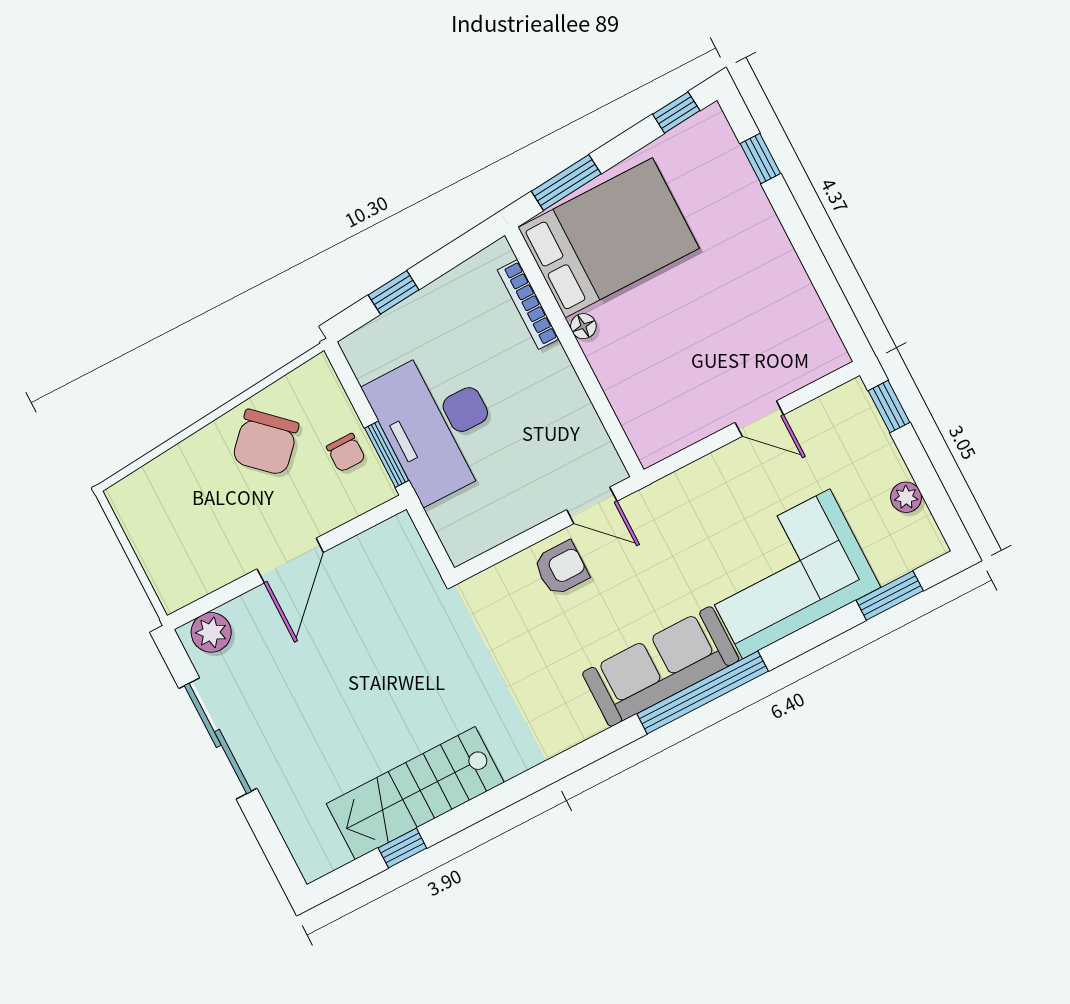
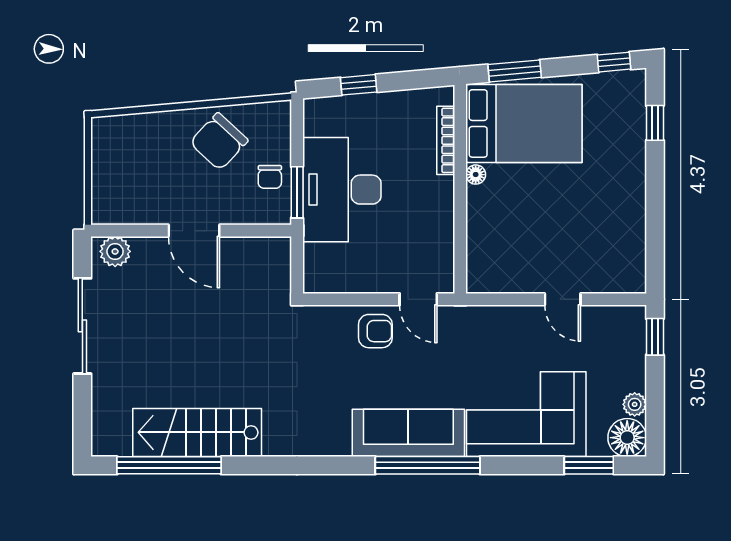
floor lamp: (917, 540) -> (627, 438), added
door: (290, 561) -> (194, 231), hinge flipped
window: (402, 848) -> (169, 465), width x3.17

